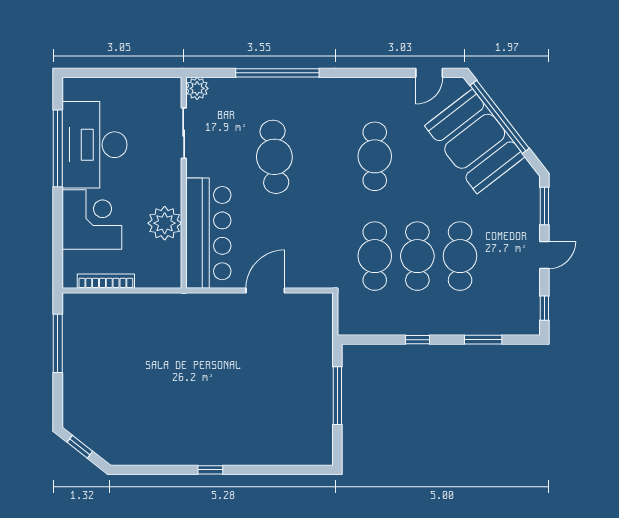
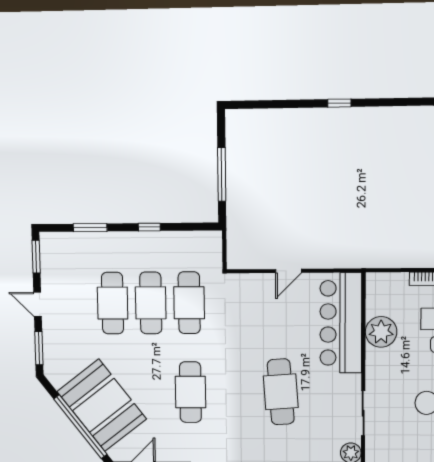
door: (544, 255) -> (38, 304), hinge flipped
door: (265, 291) -> (288, 271), width x0.73
window: (544, 308) -> (36, 257), width x1.50

